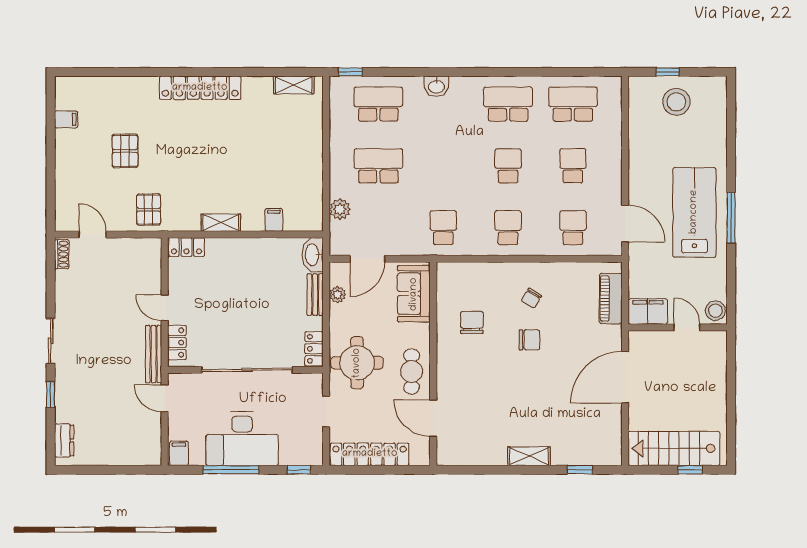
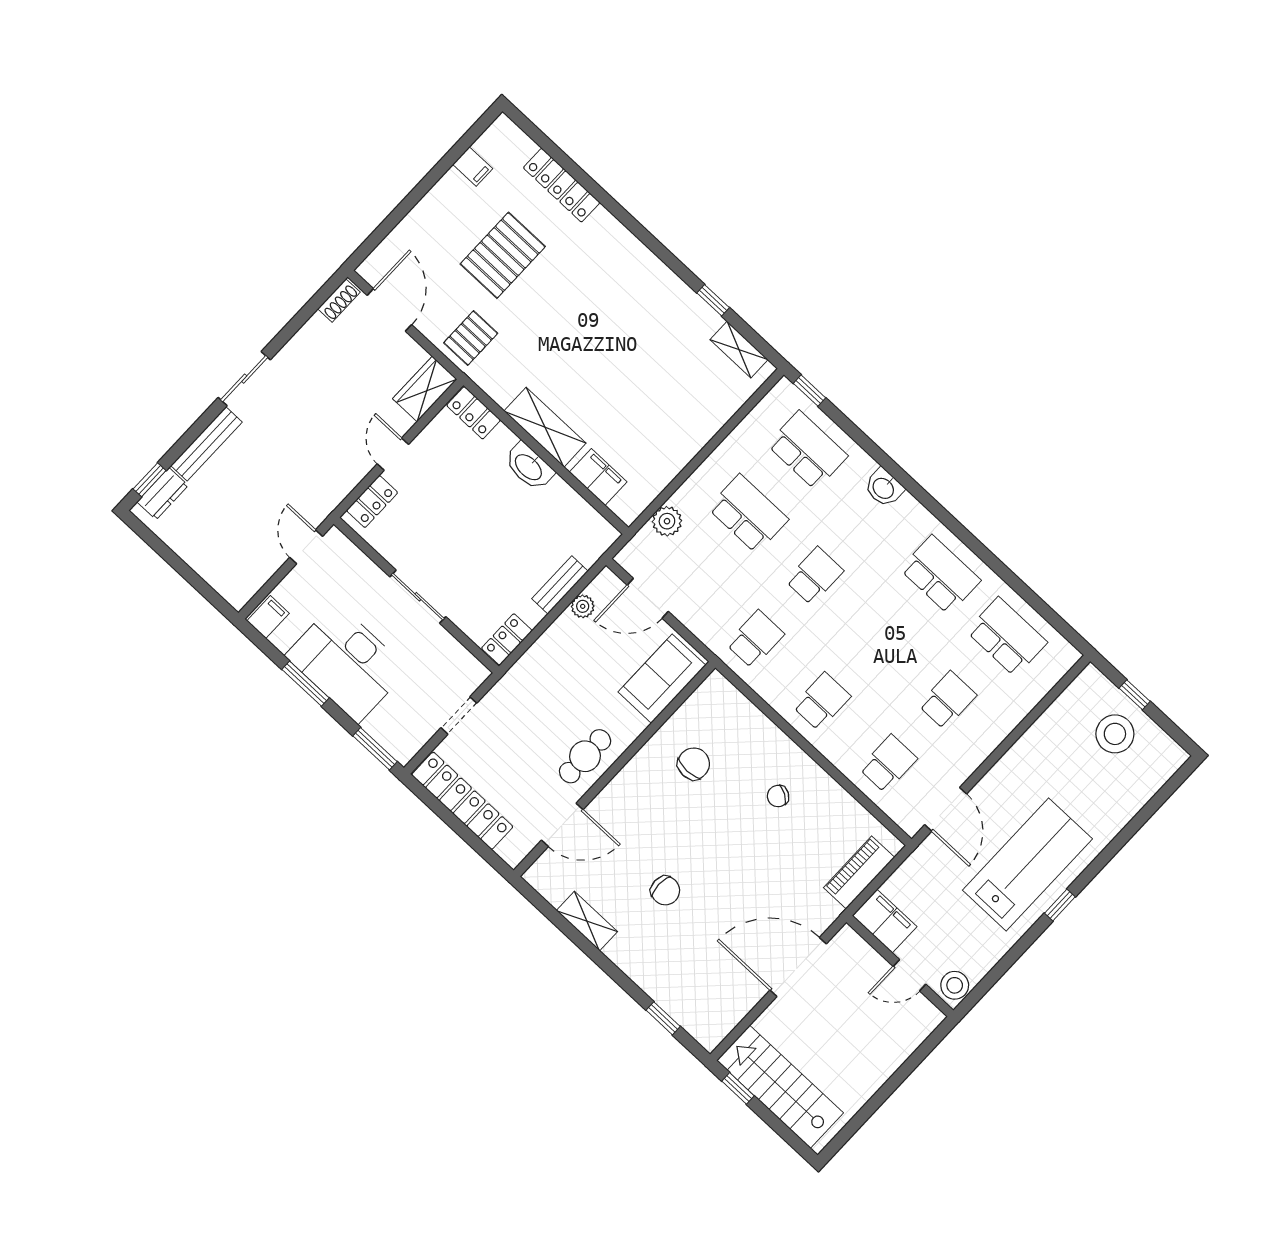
window: (256, 72) -> (713, 300), added
locker: (200, 88) -> (562, 185), moved, width x0.71, depth x0.83
pallet: (125, 151) -> (503, 255), width x1.50, depth x1.42
school desk: (508, 166) -> (815, 576), moved
window: (731, 218) -> (1060, 905), width x0.46
filing cabinet: (274, 220) -> (598, 477), width x2.00
shelving: (221, 223) -> (545, 427), width x1.50, depth x1.33
door: (93, 235) -> (389, 310), width x1.38
washbasin: (313, 255) -> (529, 467), moved, turned -90
wardrobe: (150, 258) -> (425, 389), added
door: (687, 327) -> (910, 975), swing flipped
chair: (529, 340) -> (665, 891), moved
bench: (154, 354) -> (206, 444), moved
round table: (357, 363) -> (537, 695), removed
sliding door: (247, 370) -> (418, 597), width x0.54
window: (51, 394) -> (150, 480), moved
door: (433, 418) -> (562, 825), swing flipped
shelving: (529, 456) -> (587, 921), moved
window: (231, 470) -> (306, 684), width x0.69
window: (299, 470) -> (375, 749), width x1.50
window: (690, 470) -> (738, 1088), moved

